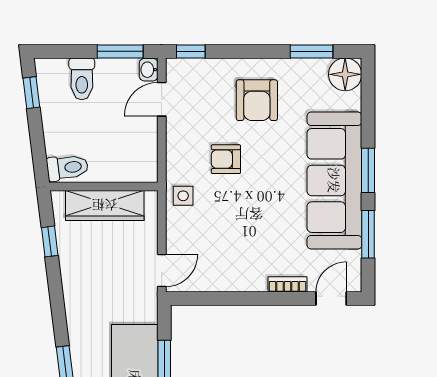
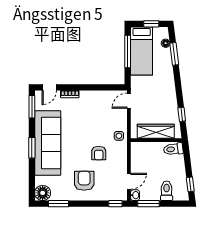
armchair: (226, 159) -> (99, 153), turned 90
window: (368, 234) -> (32, 107), moved

